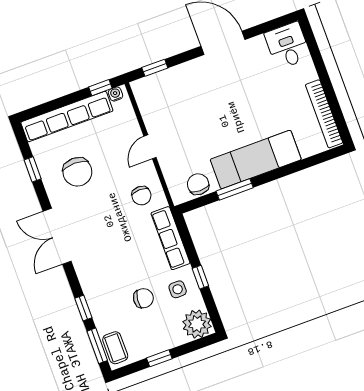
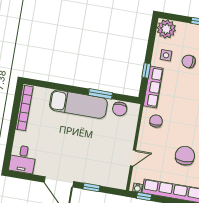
window: (155, 68) -> (91, 187), moved
door: (150, 147) -> (133, 158), moved
window: (200, 277) -> (146, 70), moved

